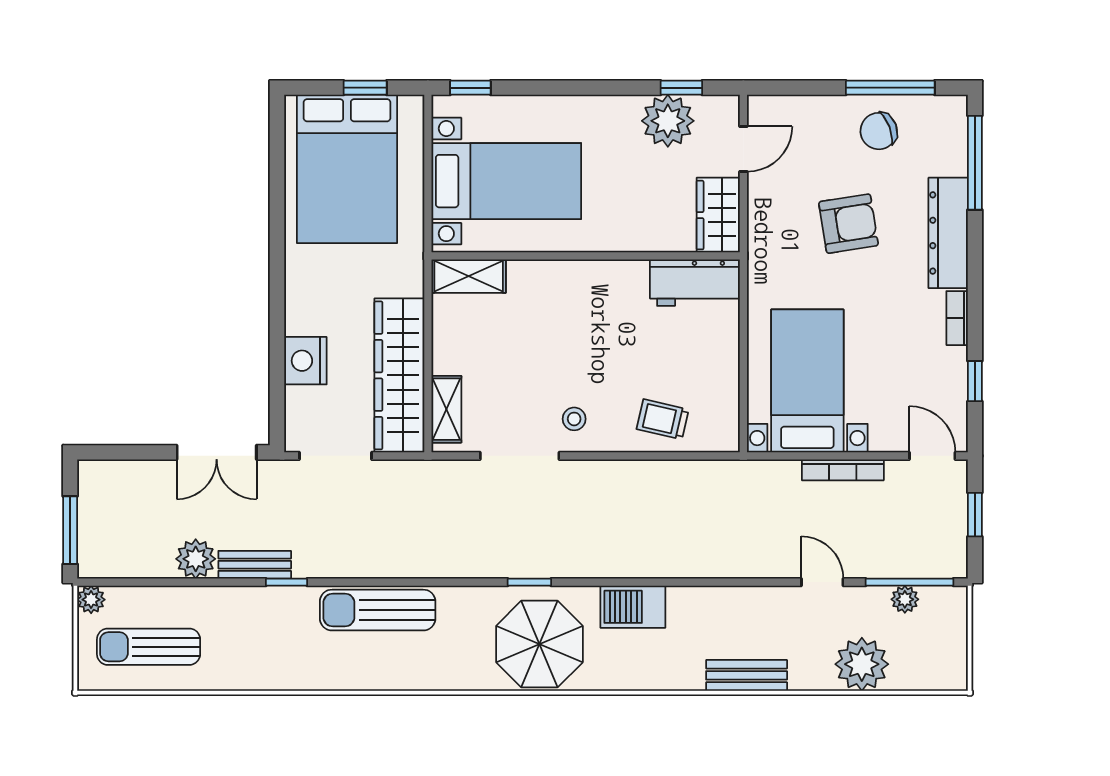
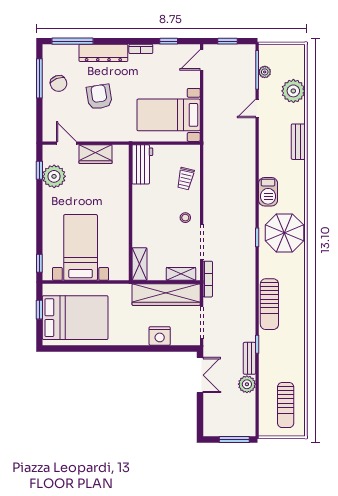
wall: (586, 256) -> (131, 213), moved
shelving: (469, 276) -> (139, 264), moved
workbench: (695, 283) -> (142, 164), moved
bookcase: (843, 470) -> (208, 279), moved
plant: (91, 600) -> (265, 430), removed

